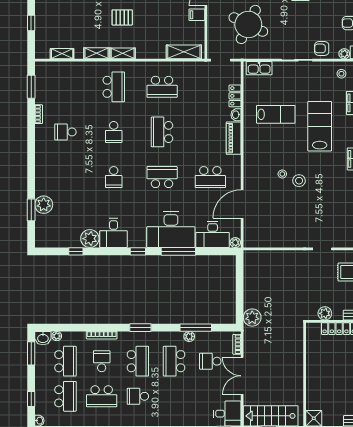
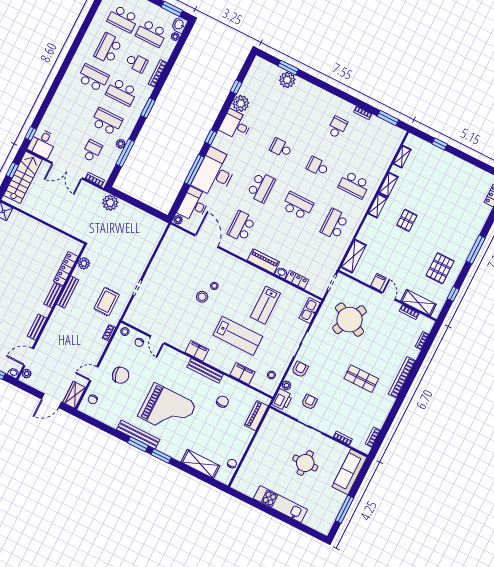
double door: (242, 376) -> (67, 171), swing flipped
school desk: (138, 396) -> (93, 78), width x1.85

